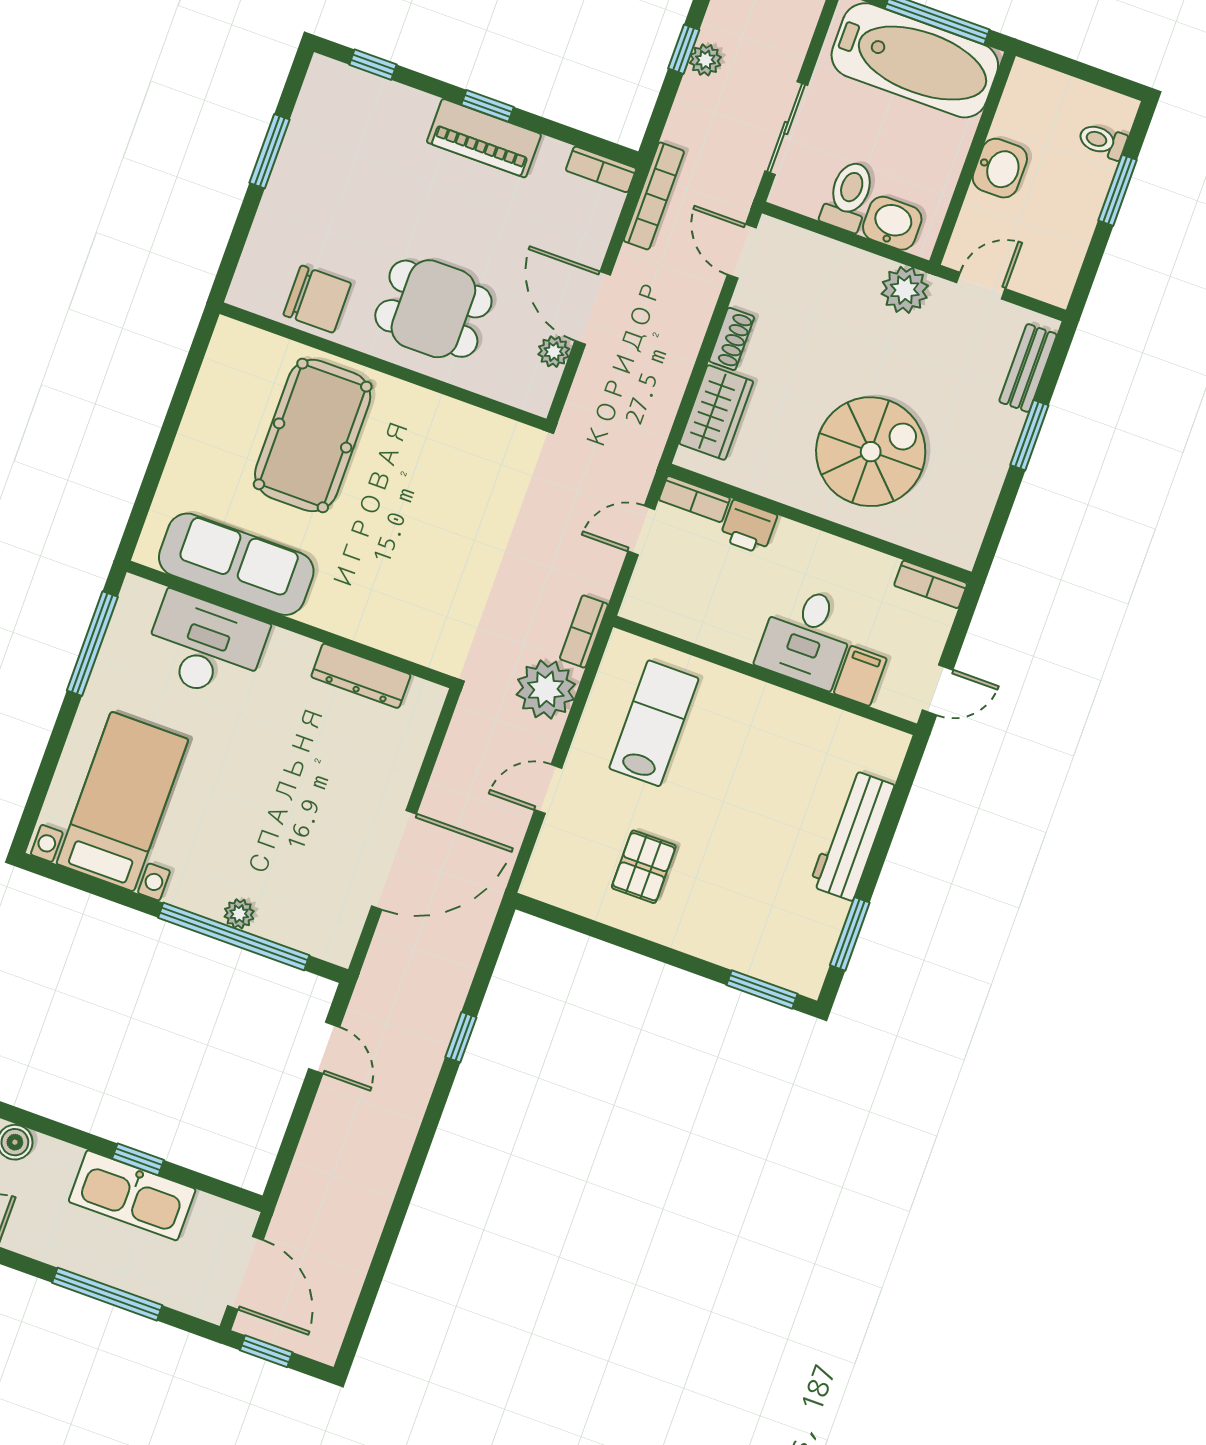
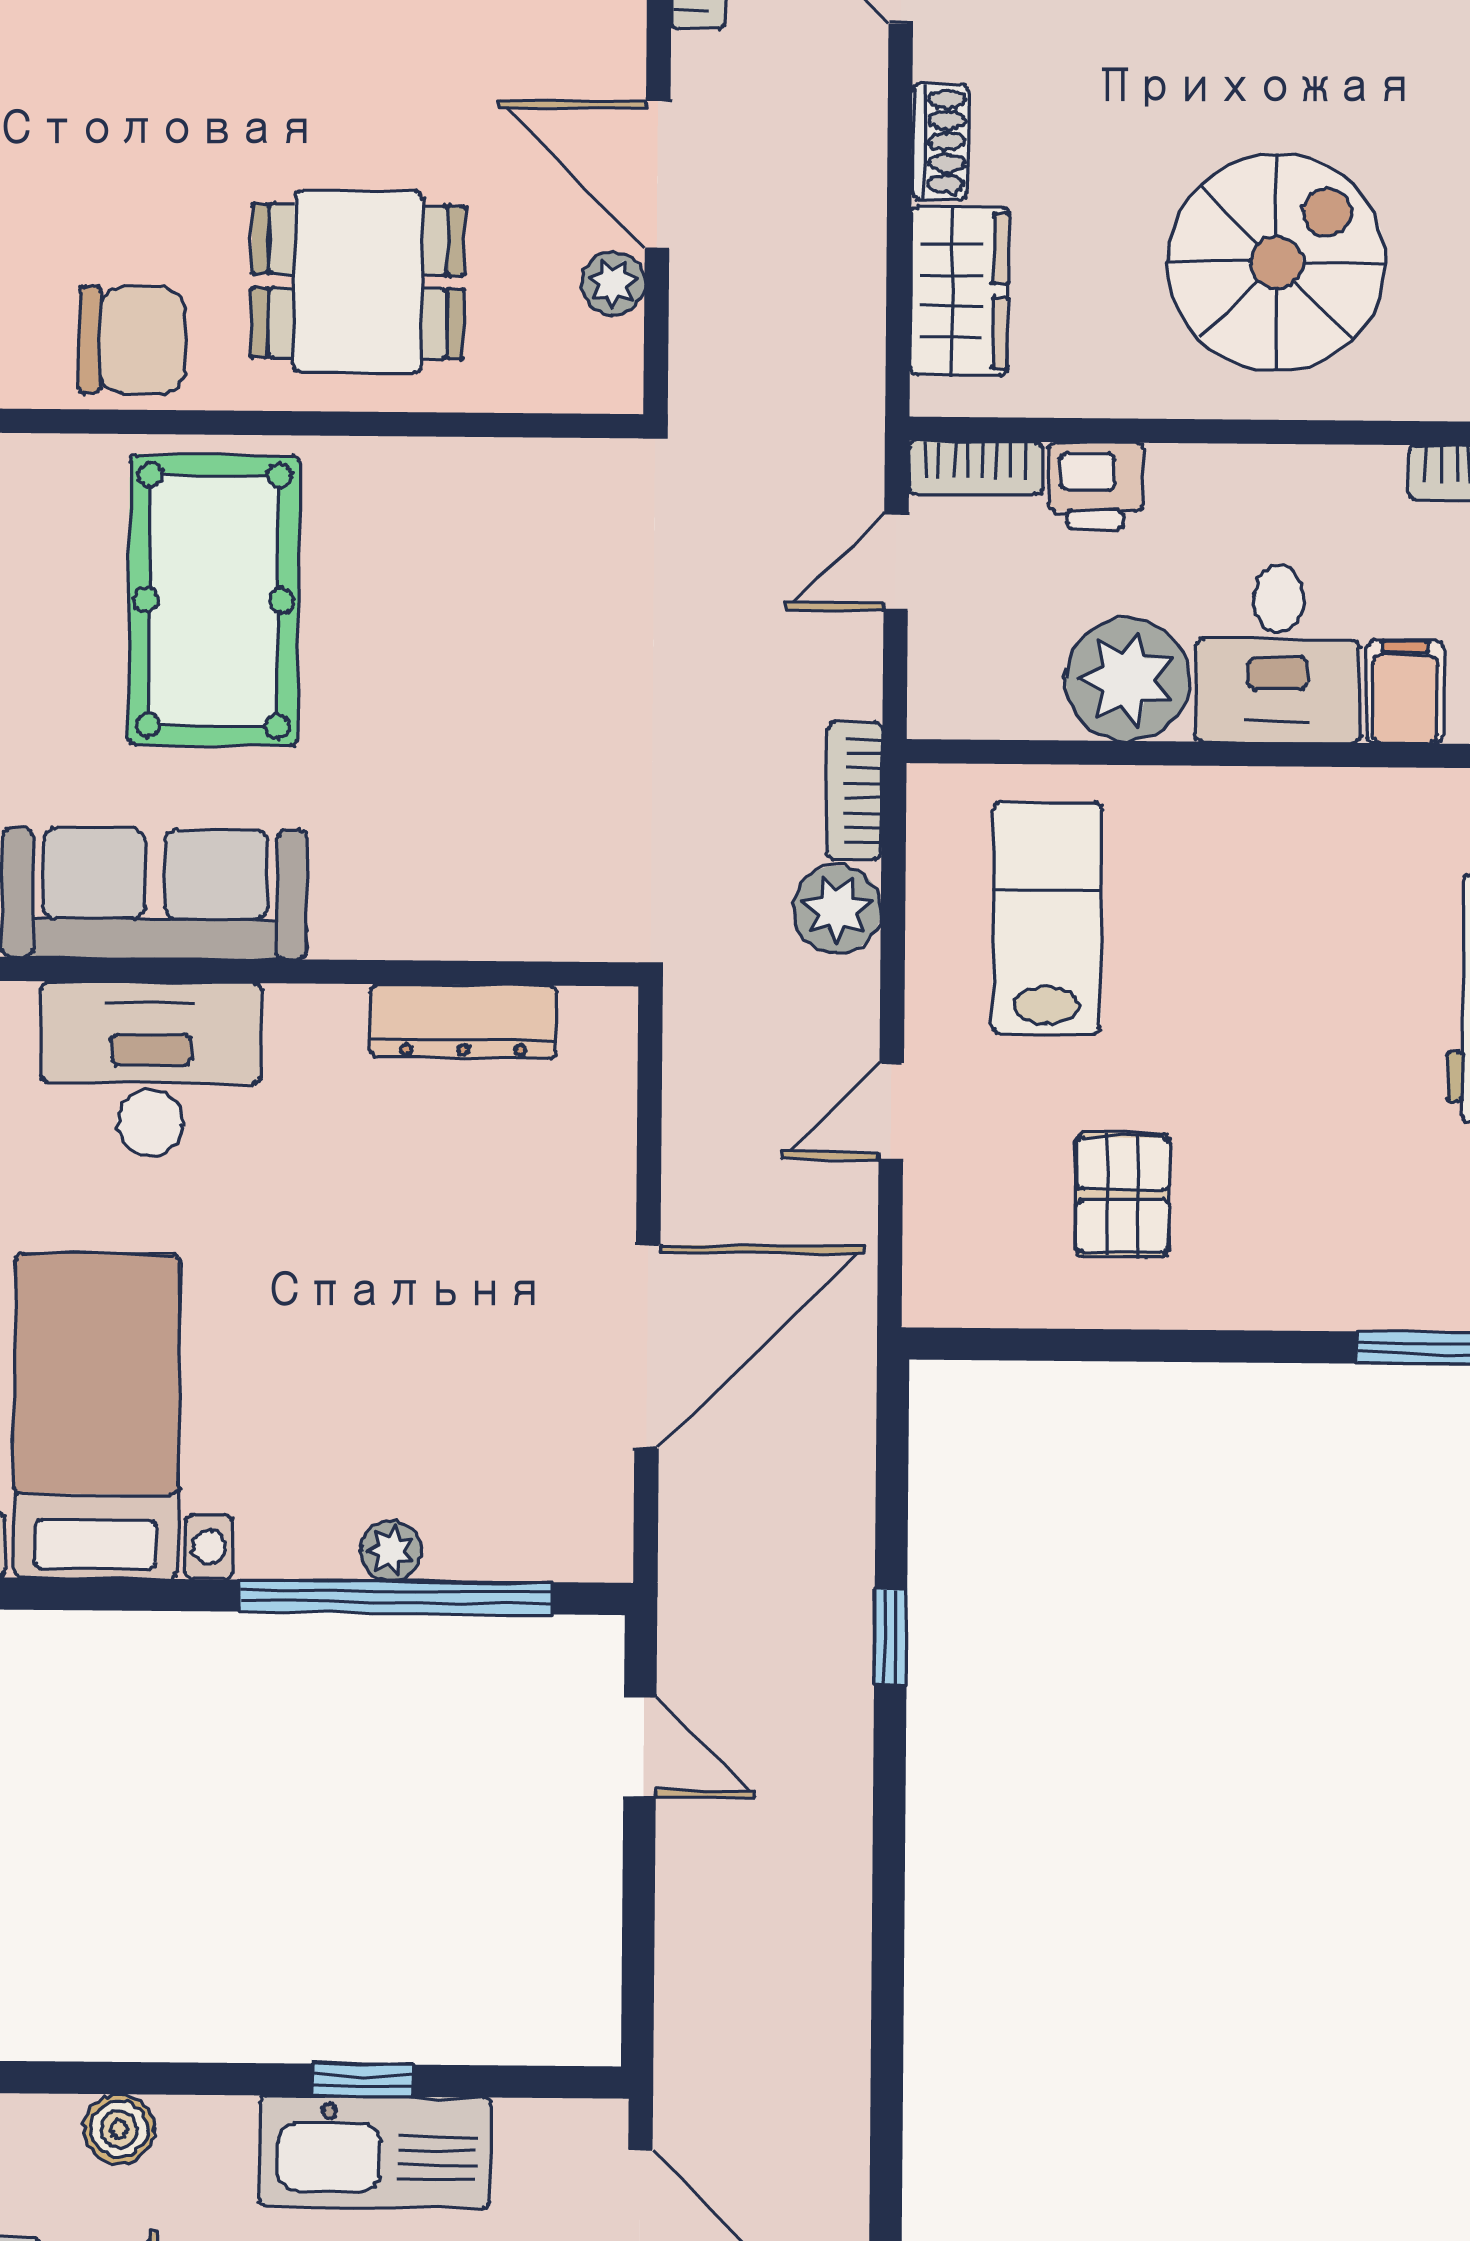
plant: (731, 624) -> (1128, 679), added
plant: (546, 689) -> (837, 909), width x0.73, depth x0.73

